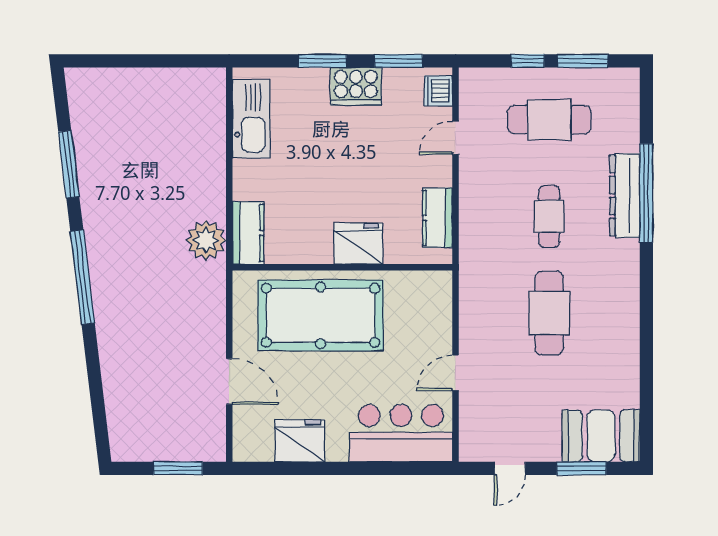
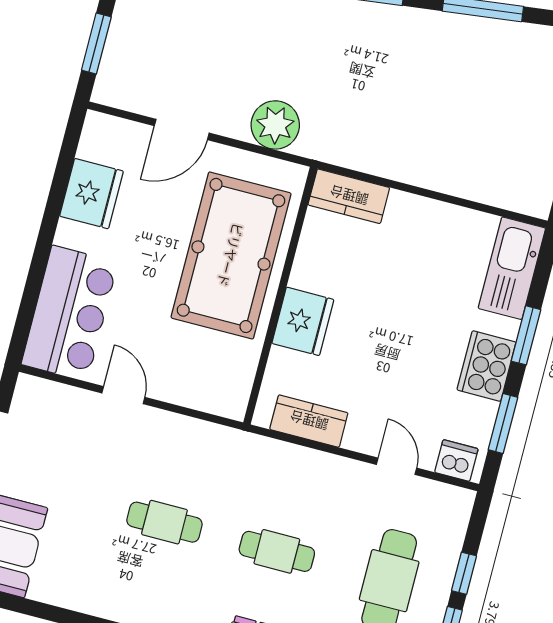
kitchen sink: (251, 119) -> (512, 268), moved, turned 90
plant: (206, 240) -> (275, 125), moved
cafe table: (549, 313) -> (164, 522), width x0.73, depth x0.74

